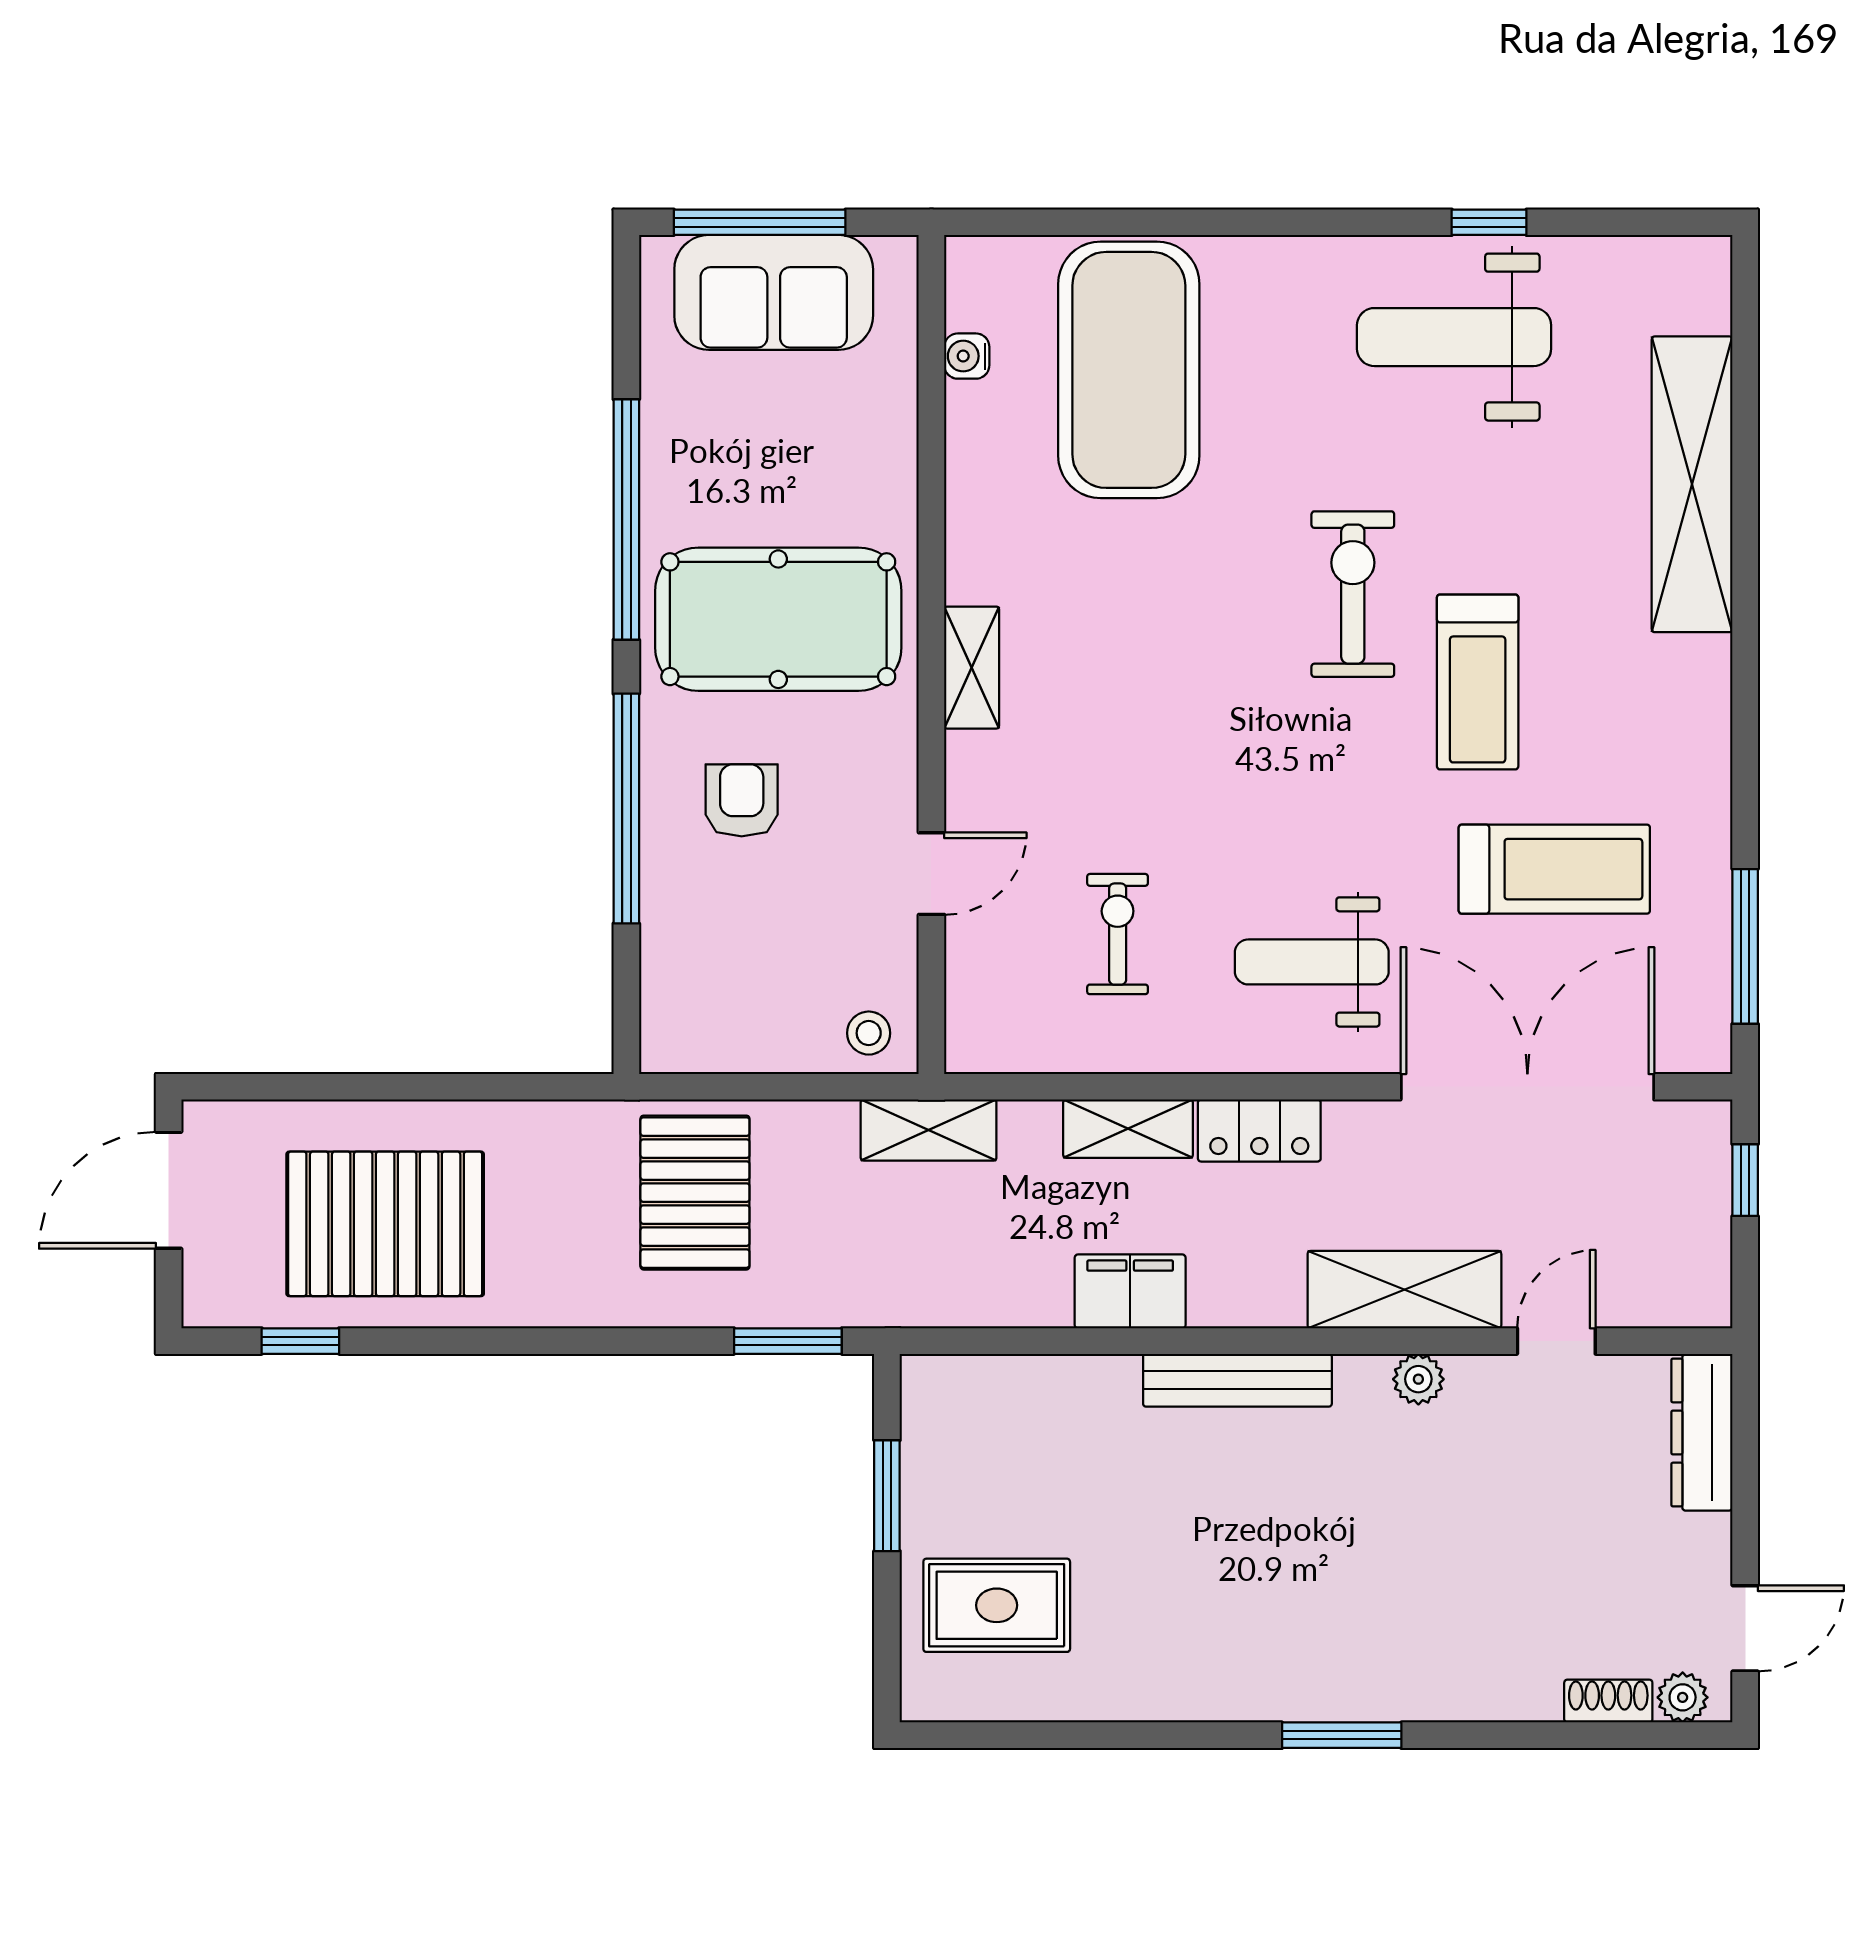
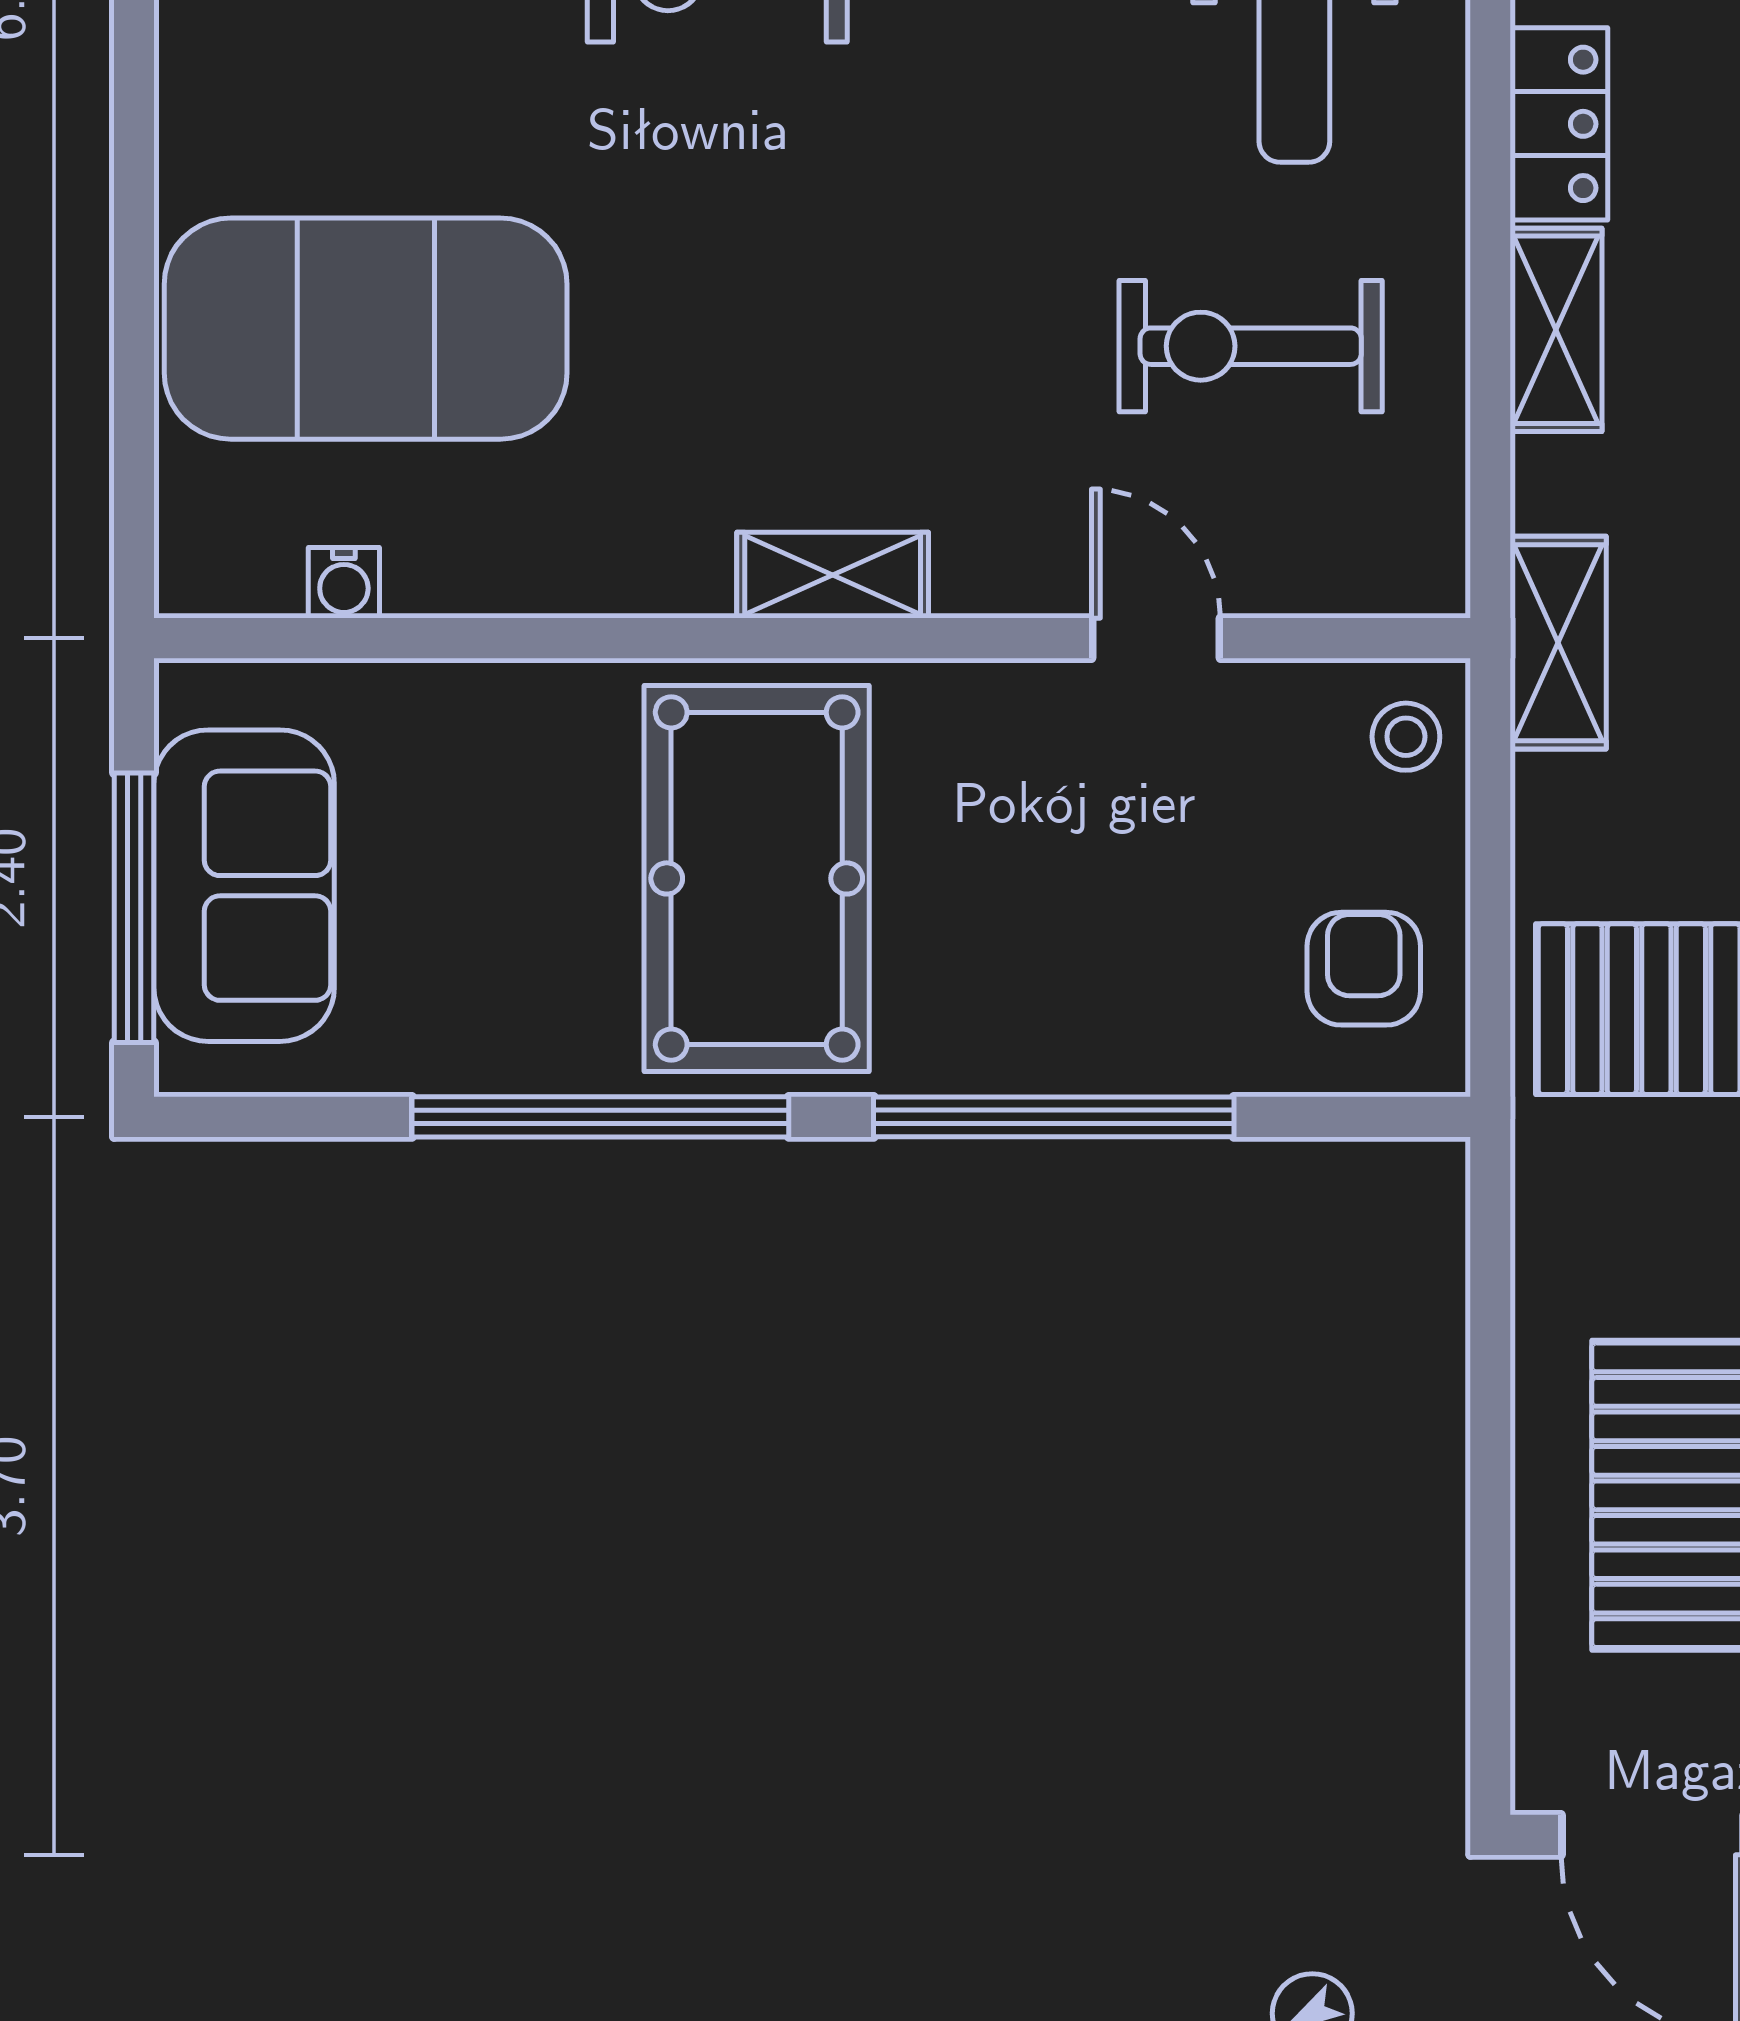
armchair: (742, 800) -> (1364, 969), moved, turned 90
exercise bike: (1118, 934) -> (1251, 346), width x1.38, depth x1.39

